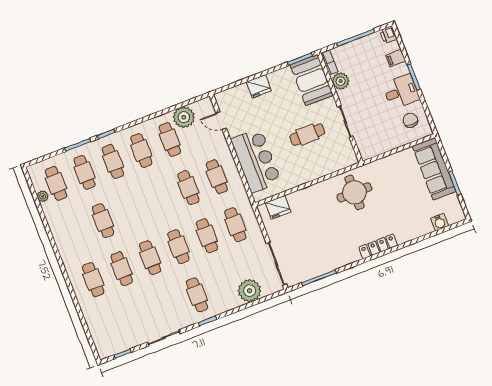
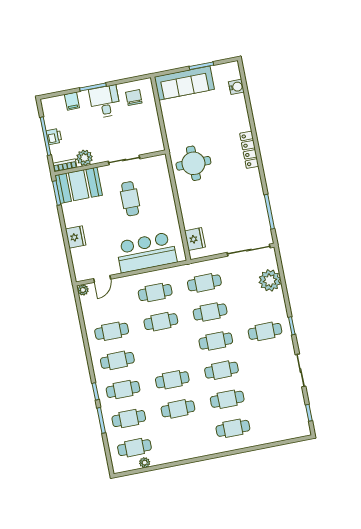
printer: (388, 35) -> (54, 137), moved, turned -90
plant: (184, 117) -> (83, 290), moved, width x0.53, depth x0.53
chair: (410, 120) -> (134, 98), turned 90
cafe table: (131, 210) -> (172, 380), added

